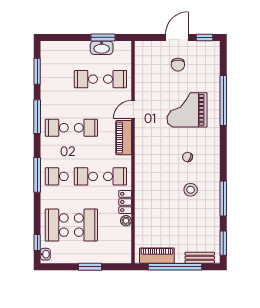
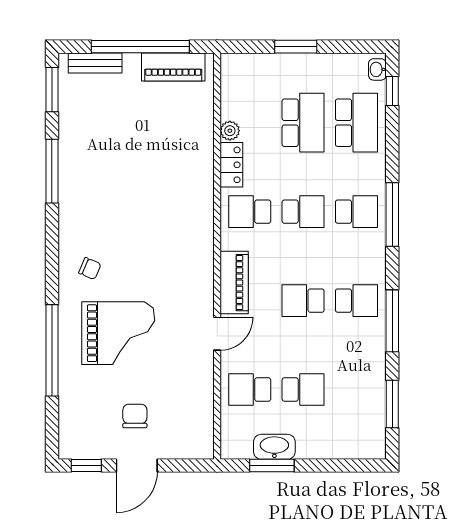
chair: (187, 157) -> (90, 268), moved
stool: (191, 190) -> (112, 187), removed
school desk: (86, 225) -> (303, 123), turned 180

